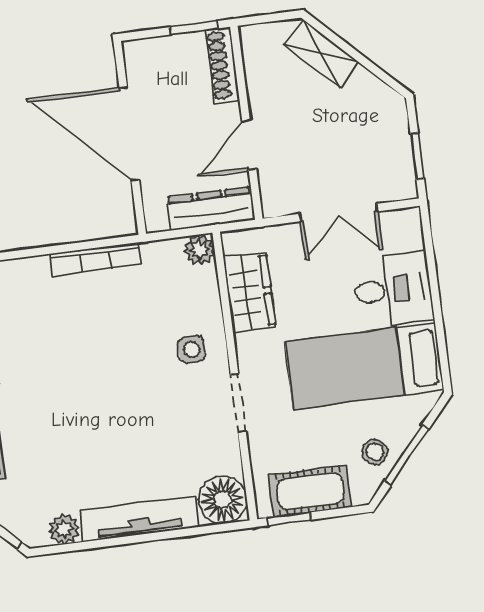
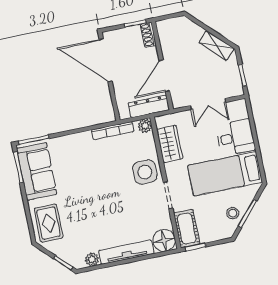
shelving: (321, 53) -> (216, 46), moved
shoe rack: (222, 65) -> (148, 35), width x0.70
door: (129, 134) -> (106, 60), moved
door: (249, 145) -> (164, 76), width x1.38
bookcase: (95, 259) -> (113, 131), moved
side table: (192, 349) -> (145, 172), width x1.87, depth x1.87
cot: (310, 491) -> (187, 229), moved, turned 90

